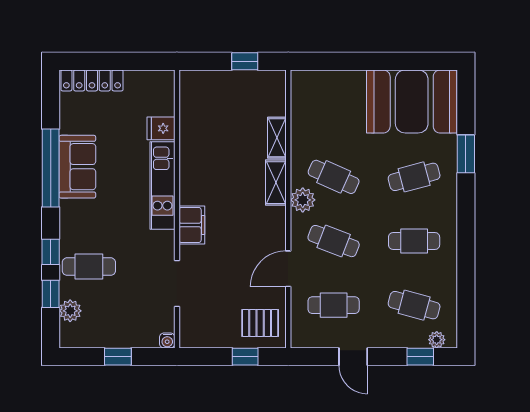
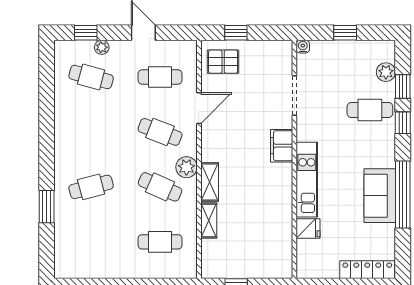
booth: (412, 101) -> (93, 252), removed
cafe table: (414, 241) -> (160, 242), moved
plant: (437, 340) -> (102, 47), moved

